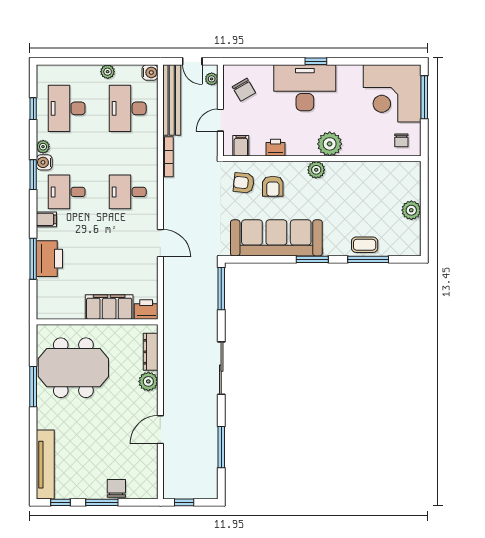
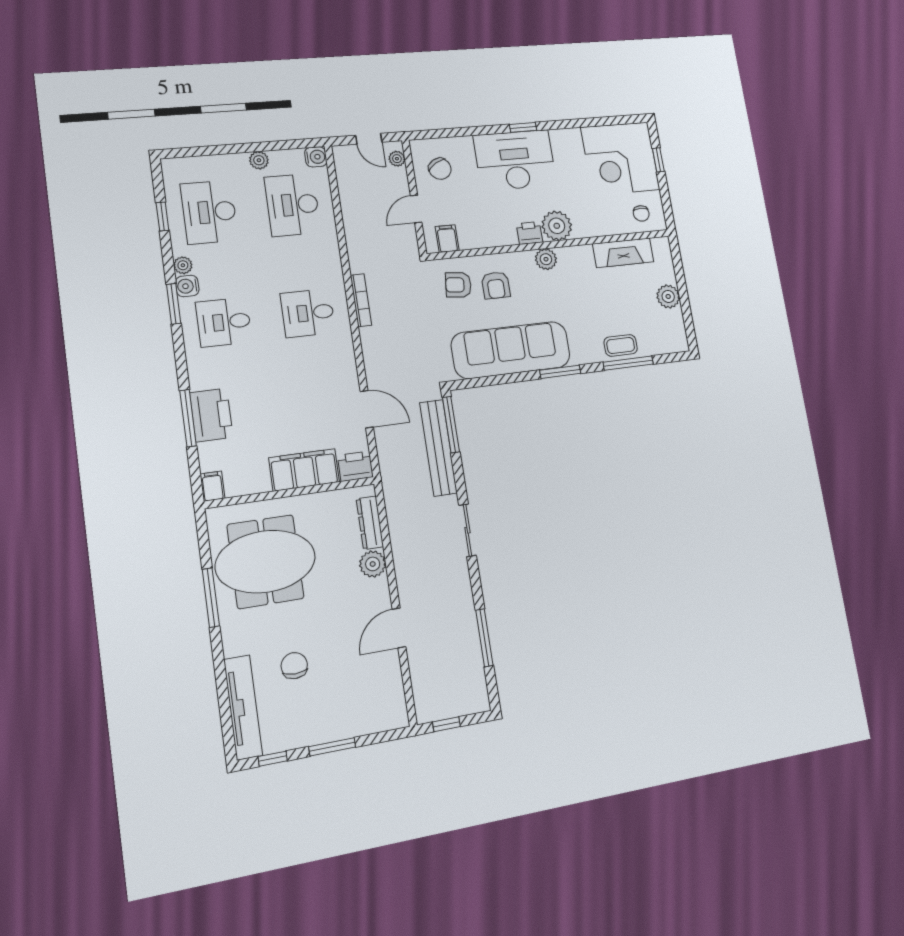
window: (424, 97) -> (658, 160), width x0.46
bench: (172, 100) -> (438, 448), moved
printer: (276, 148) -> (529, 233), moved
bookcase: (168, 157) -> (361, 300), moved
fireplace: (380, 171) -> (623, 253), added
filing cabinet: (46, 219) -> (212, 486), moved, turned -90
door: (160, 243) -> (367, 409), moved
sliding door: (221, 368) -> (467, 530), width x0.73
chair: (116, 488) -> (294, 666), moved

